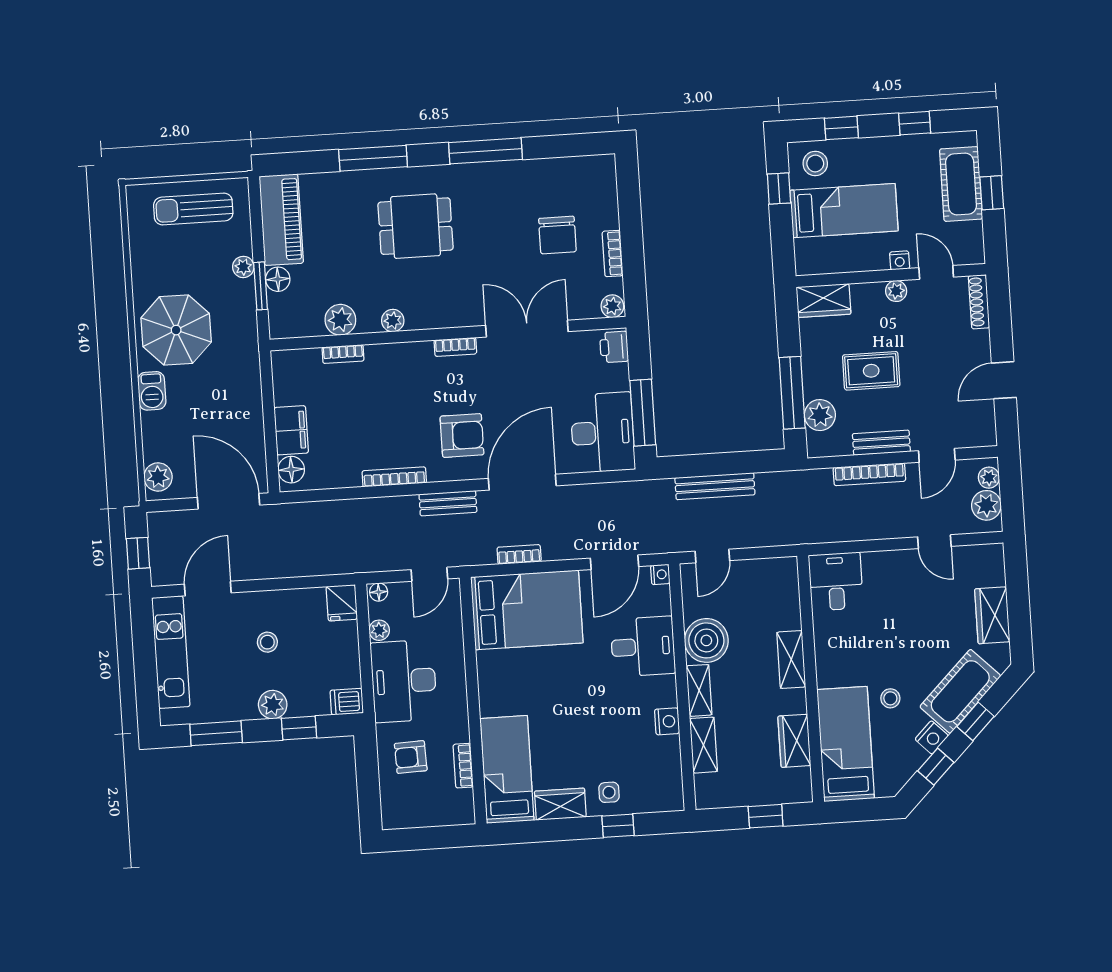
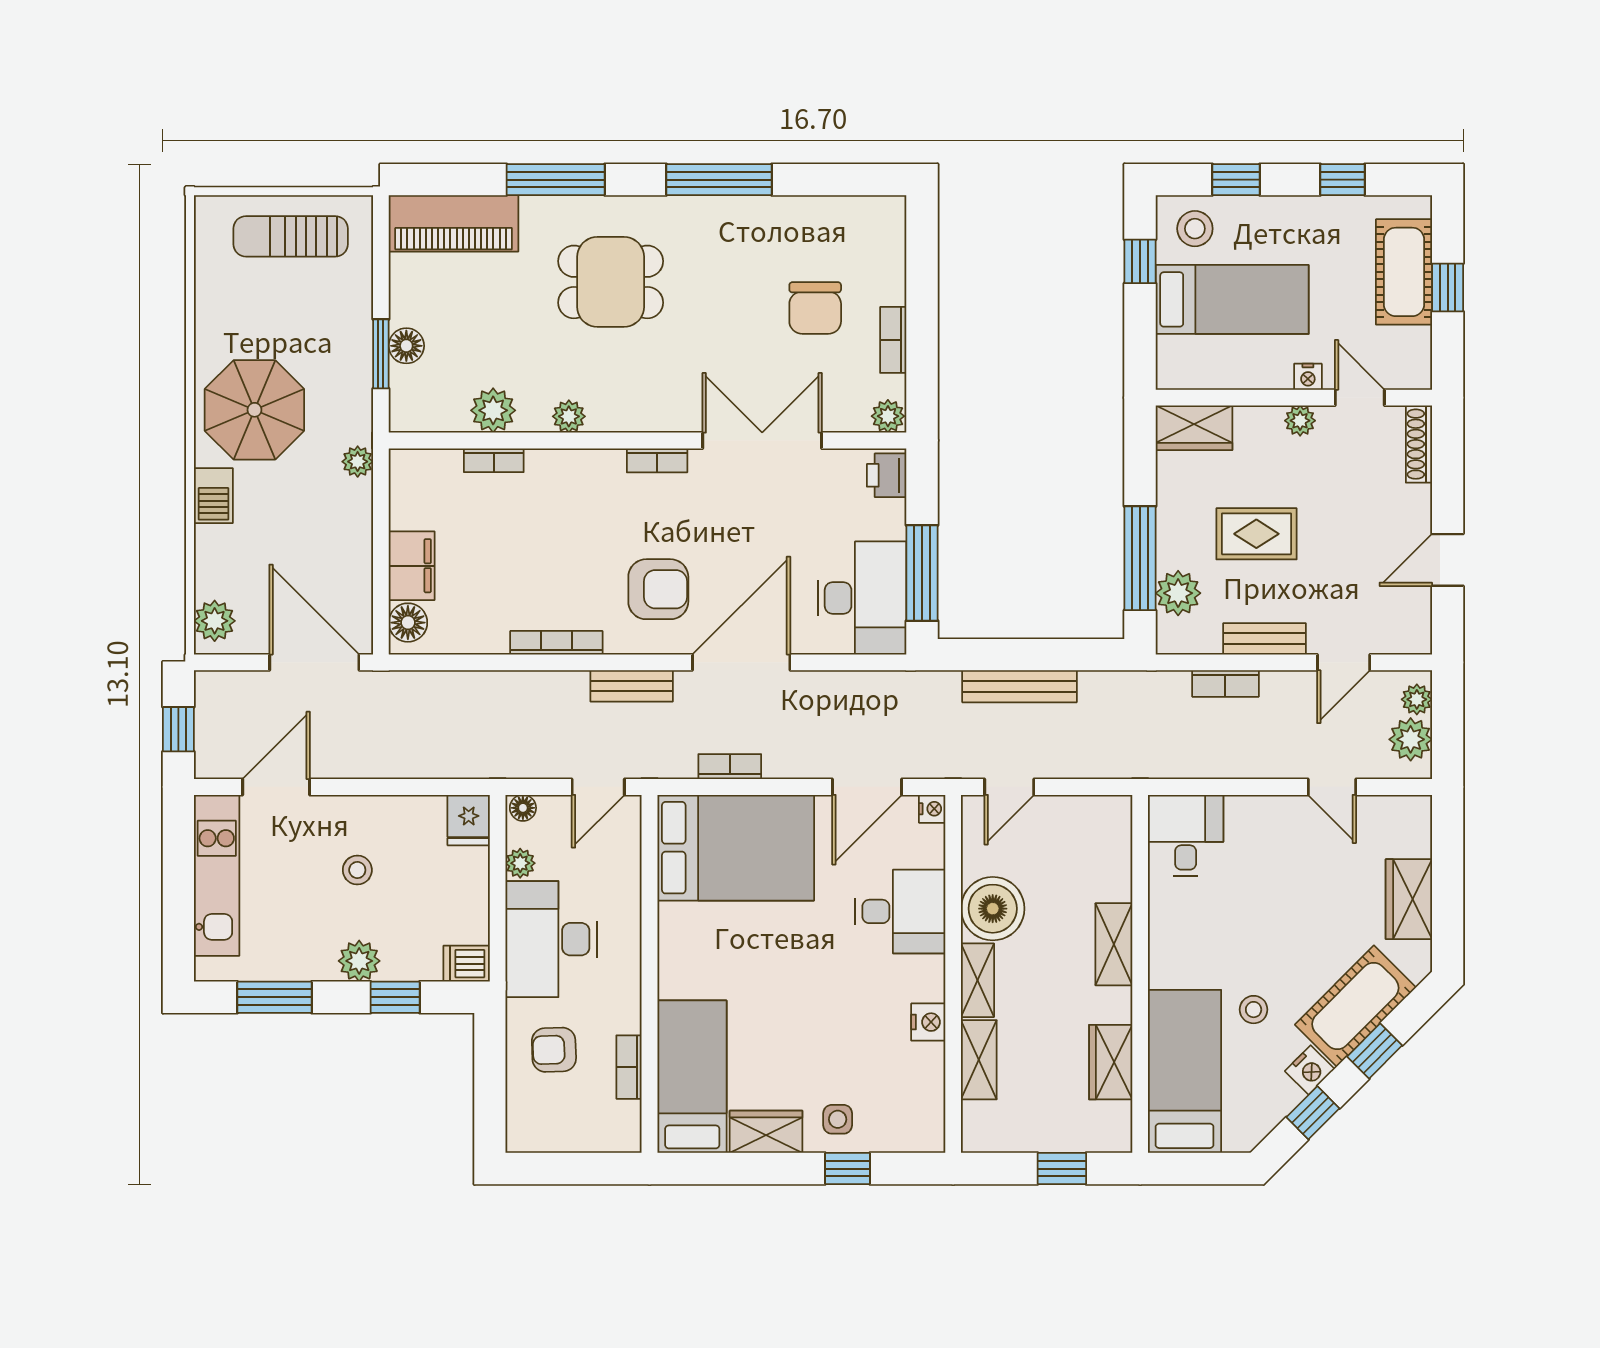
piano: (281, 220) -> (454, 223), moved, turned 90
plant: (243, 267) -> (358, 462), moved
bookcase: (869, 474) -> (1225, 683), width x0.64

